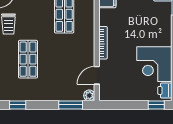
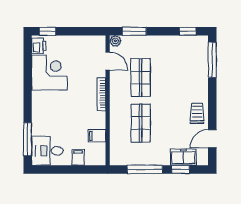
shop shelf: (28, 59) -> (141, 78), moved
door: (97, 75) -> (108, 61), hinge flipped

